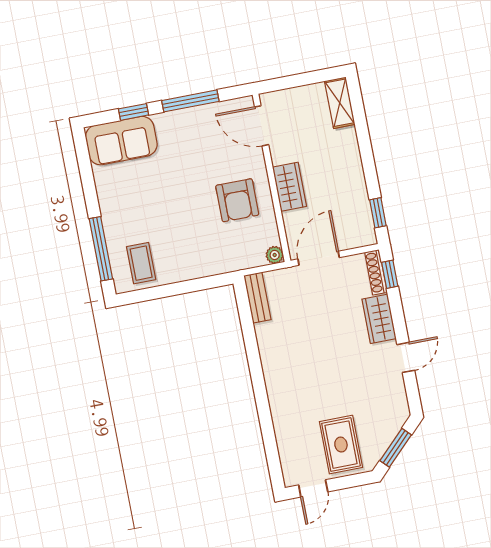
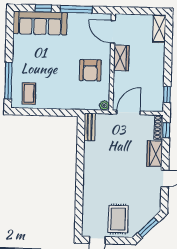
sofa: (121, 141) -> (40, 23), width x1.36
wardrobe: (289, 187) -> (121, 58), moved

